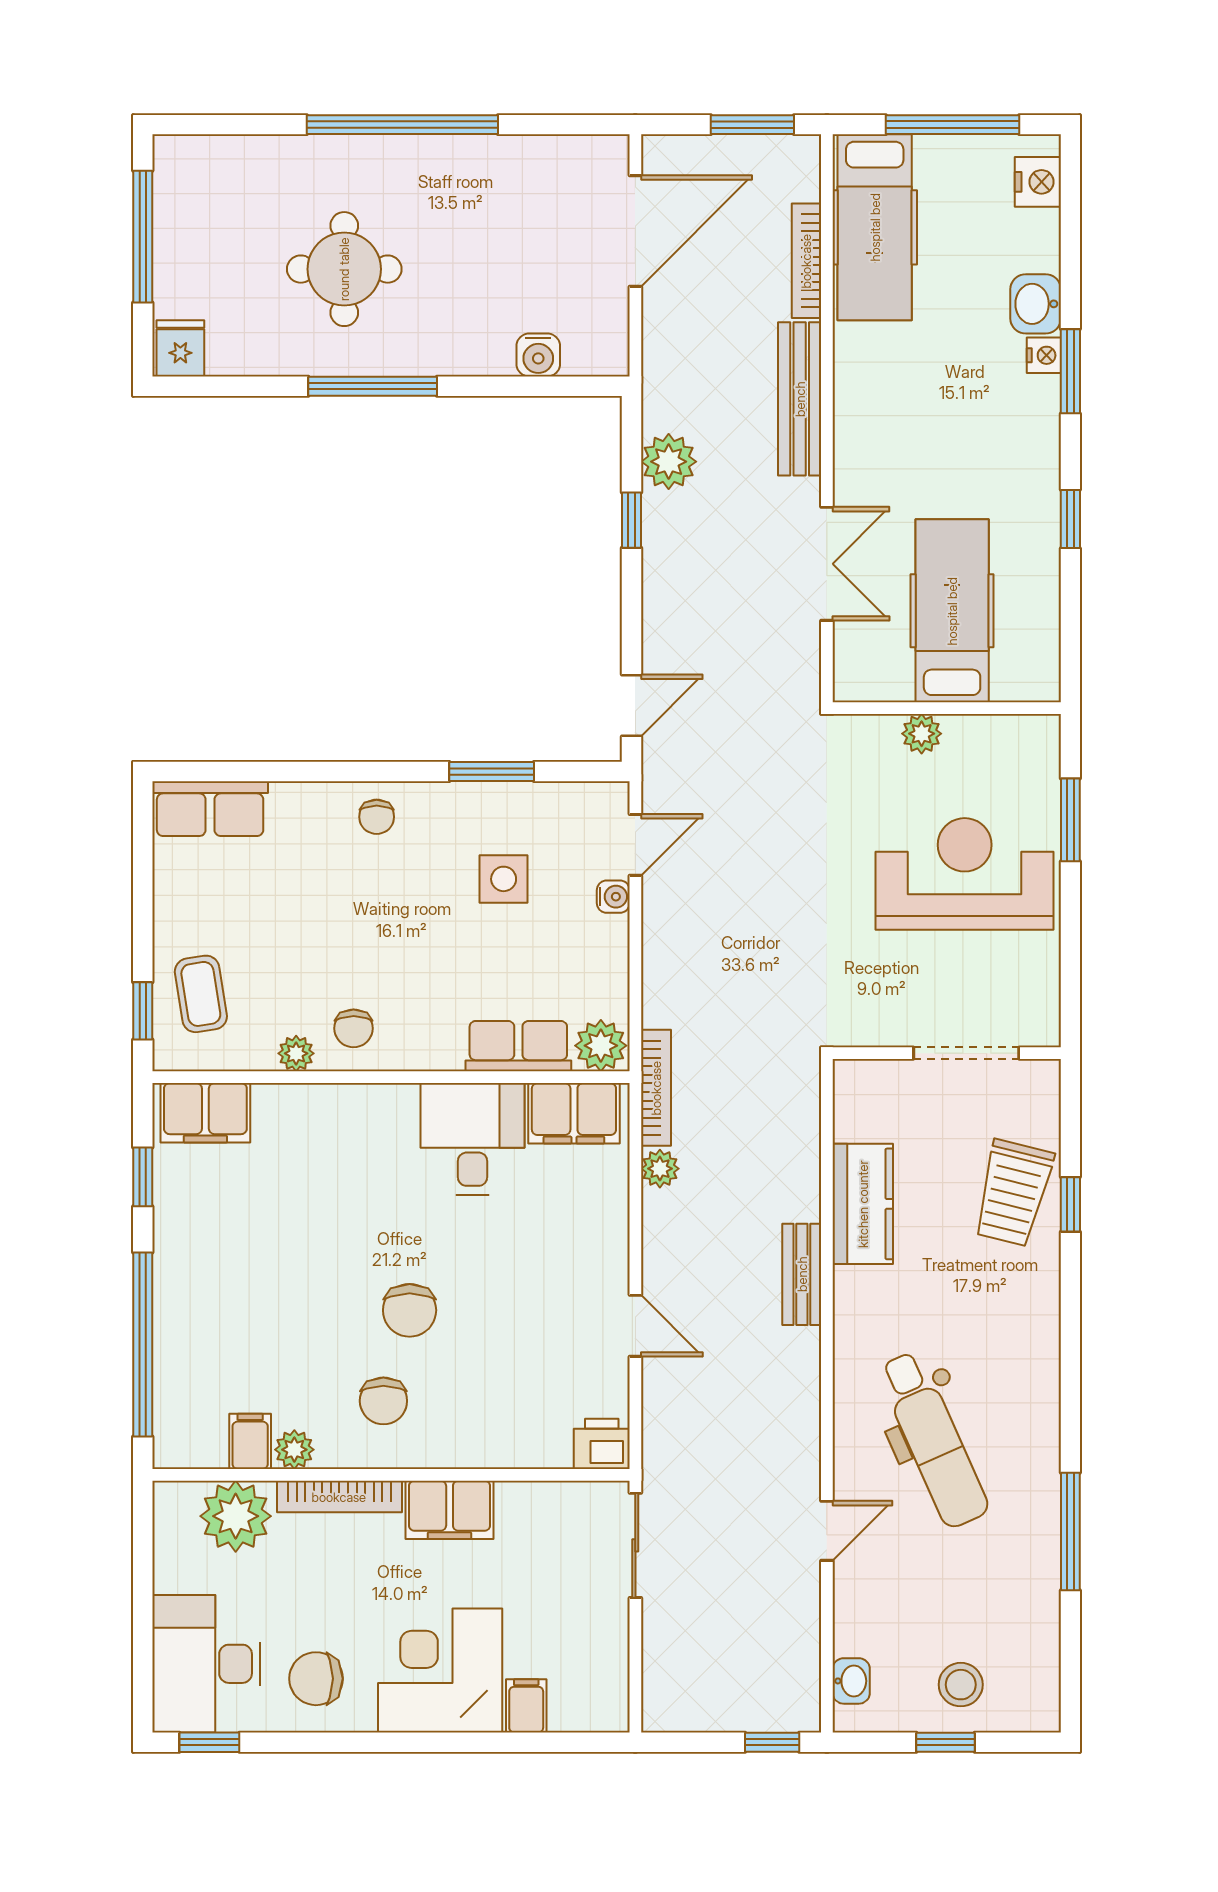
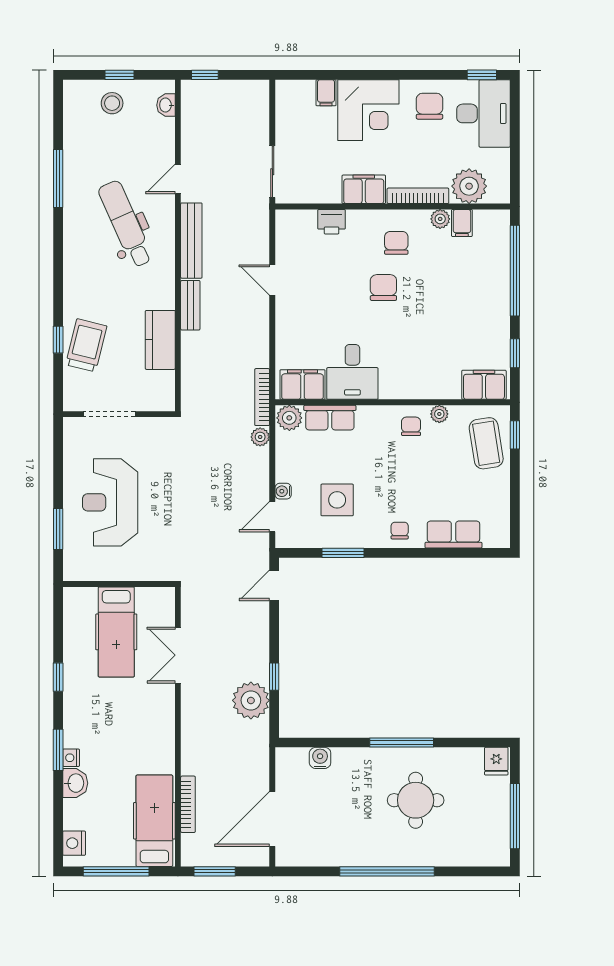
bench: (800, 399) -> (191, 241), moved
plant: (669, 462) -> (251, 700), width x1.36, depth x1.36
plant: (922, 734) -> (131, 571), removed
row of seats: (210, 809) -> (453, 535), moved
reception desk: (965, 874) -> (110, 502), turned 90
side table: (504, 879) -> (337, 500), width x1.37, depth x1.37
coffee table: (201, 994) -> (486, 443), width x1.36, depth x1.30
plant: (660, 1169) -> (260, 437), moved
printer: (602, 1444) -> (332, 222), moved
chair: (316, 1679) -> (430, 106), turned -90

